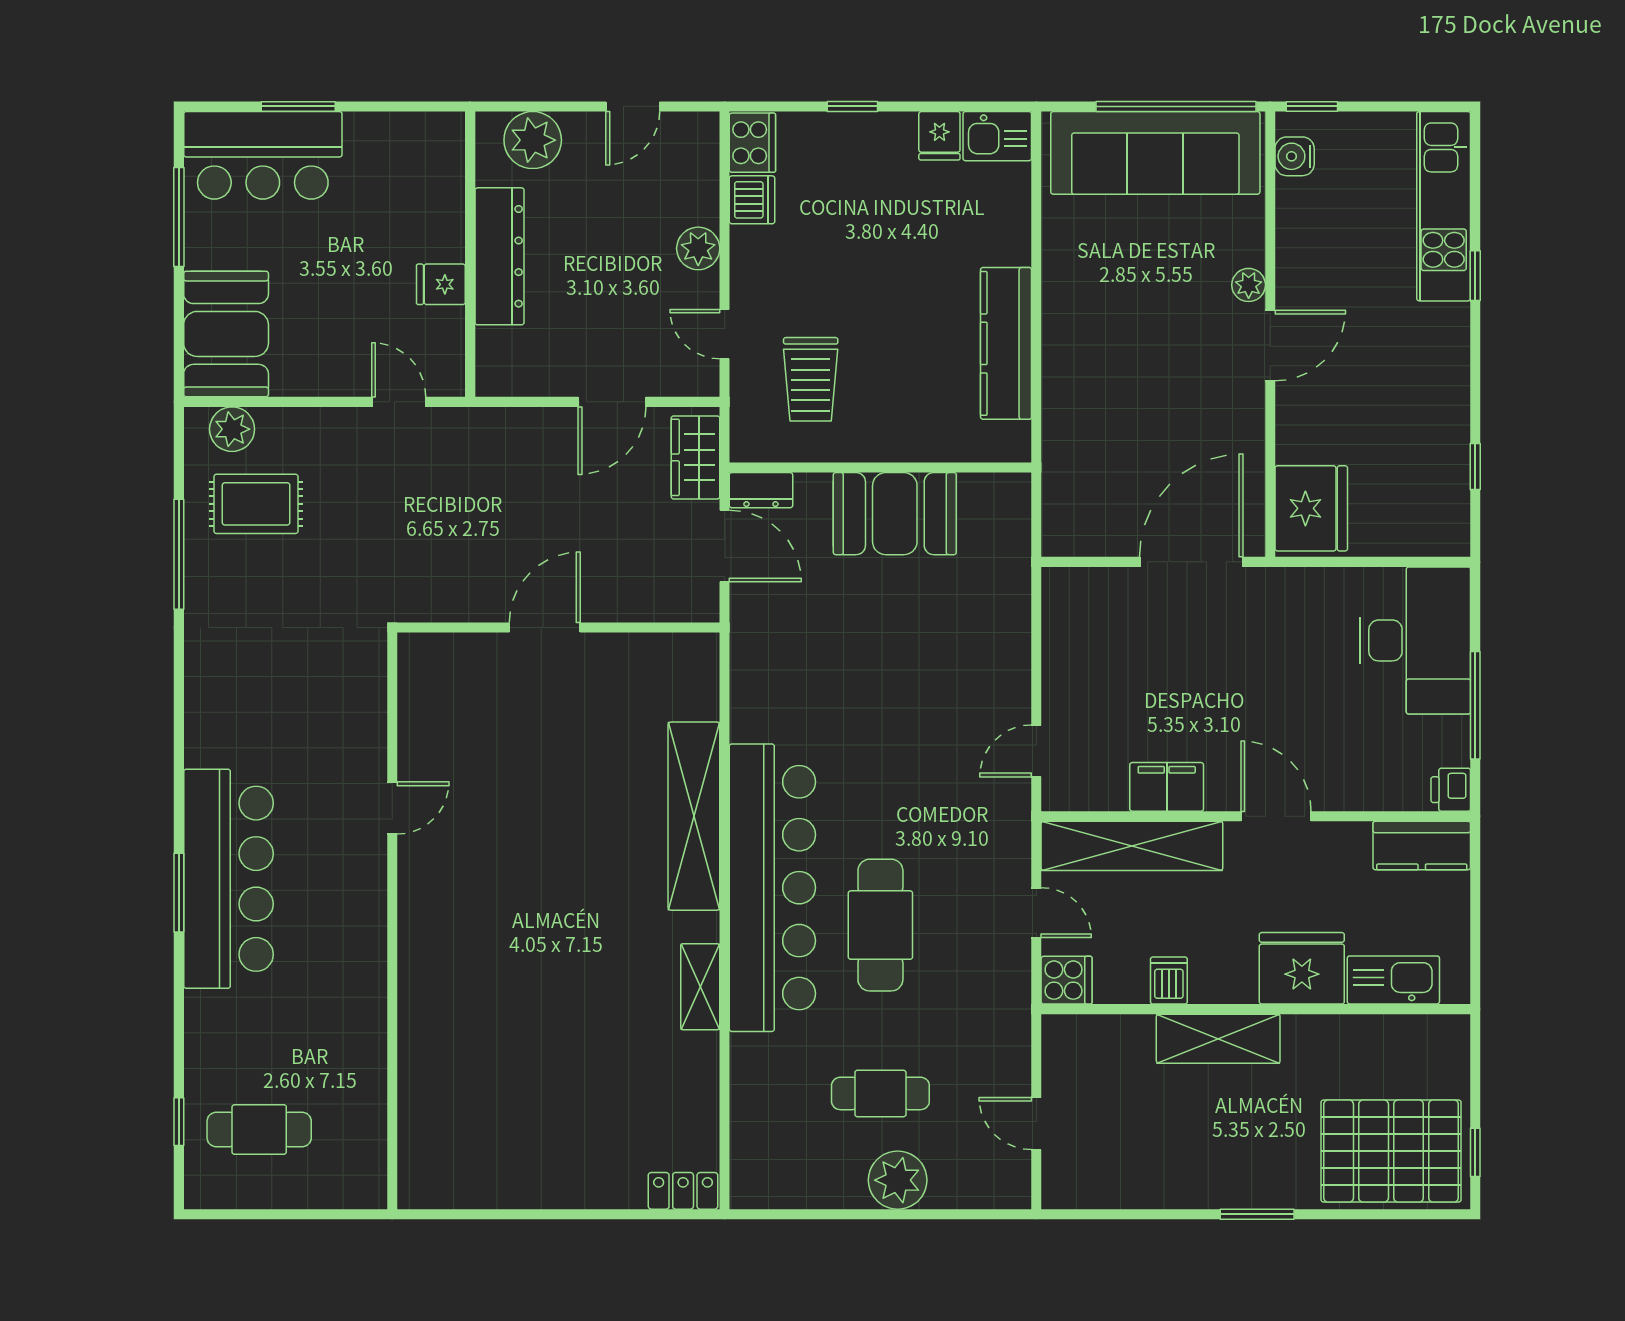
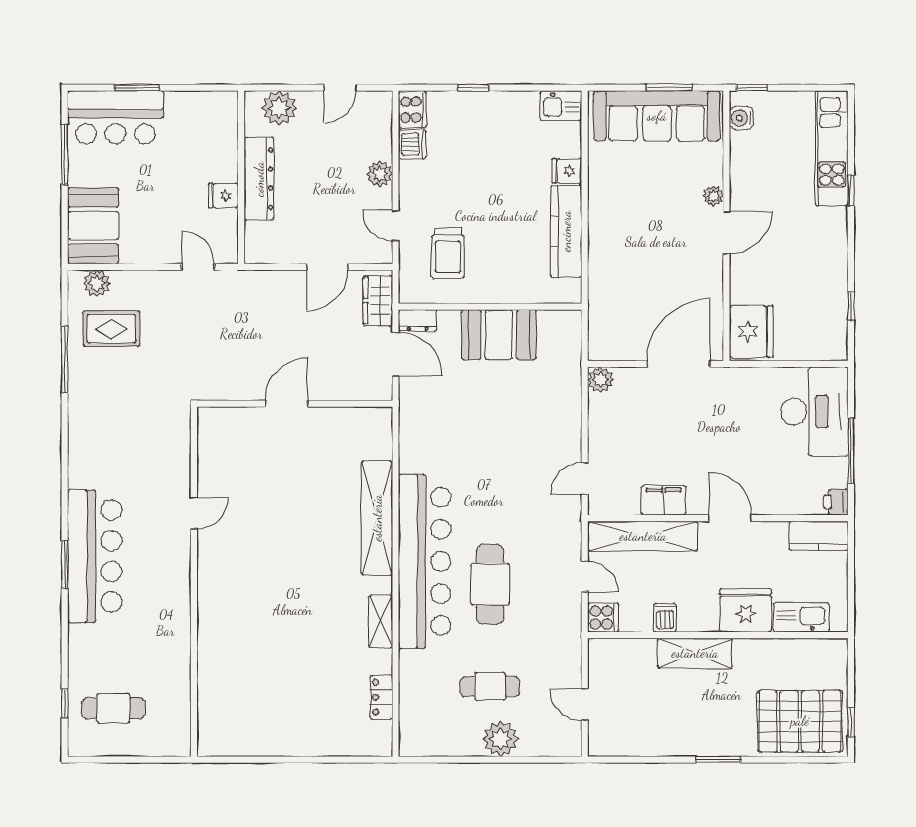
window: (1176, 106) -> (669, 88), width x0.47
fridge: (939, 136) -> (567, 171), moved, turned 90
plant: (1062, 588) -> (600, 380), added
locker: (683, 1191) -> (381, 697), moved, turned -90

